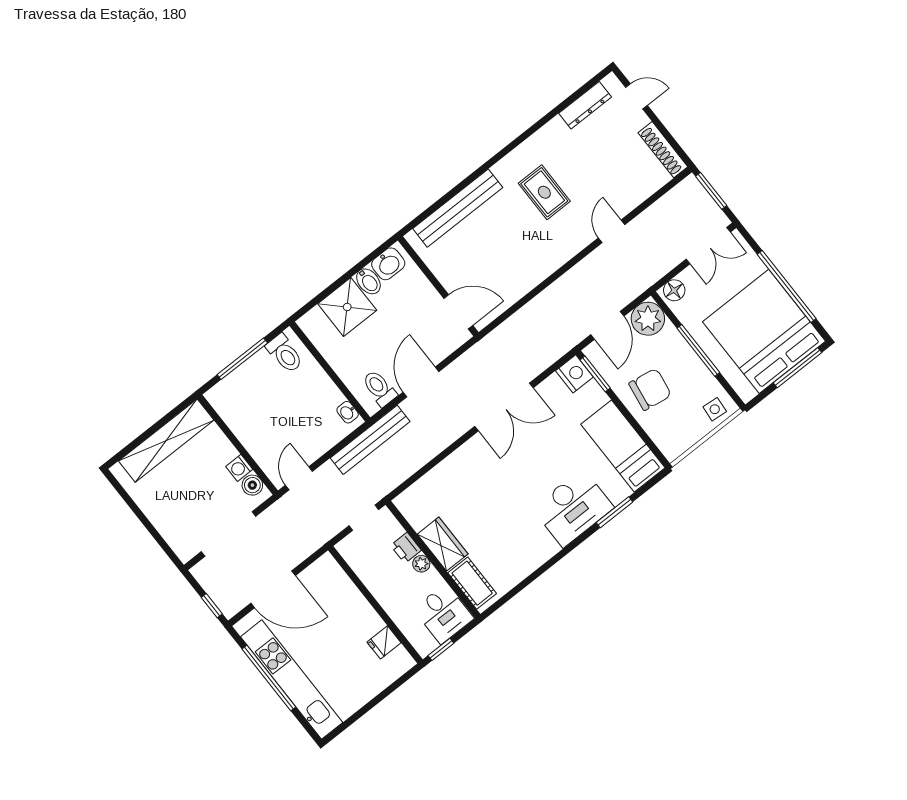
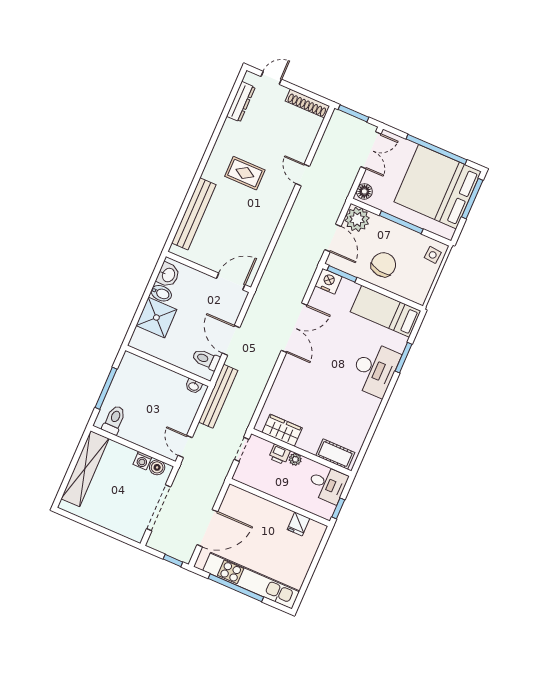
toilet: (285, 353) -> (114, 420), moved, turned -90
wardrobe: (443, 544) -> (282, 430), moved

